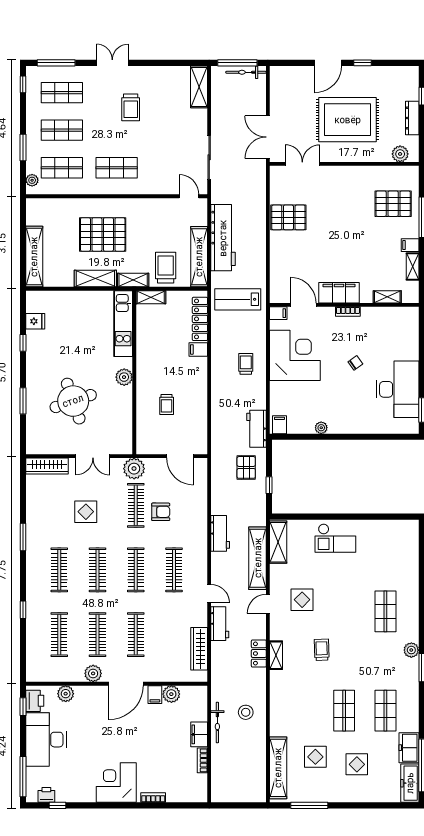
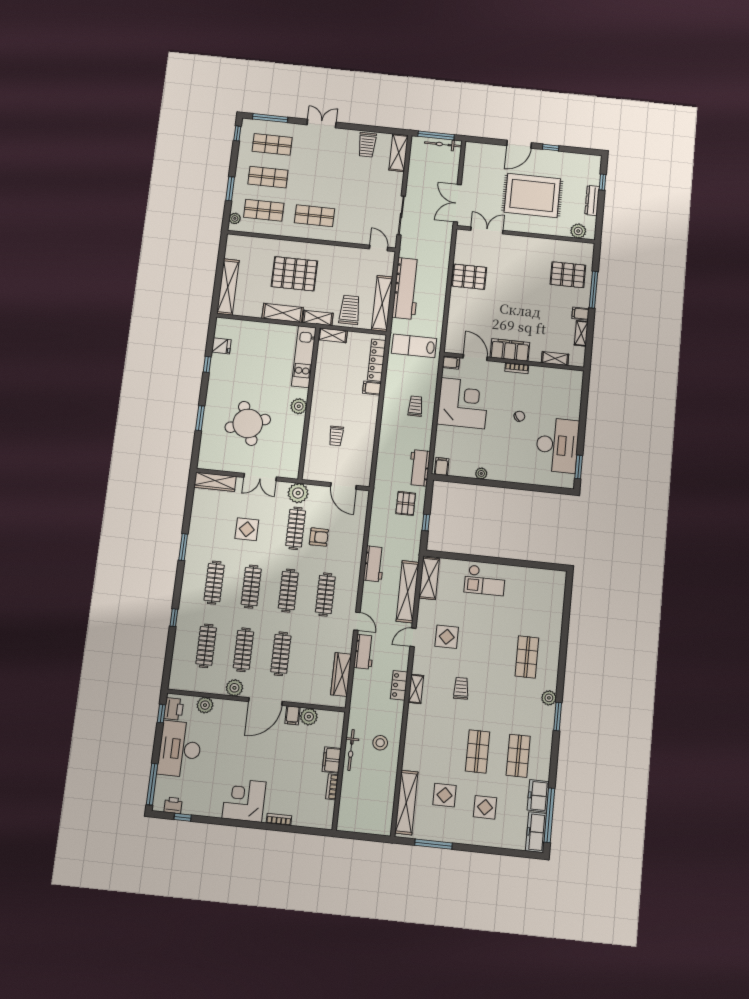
trolley: (131, 107) -> (367, 145), moved

